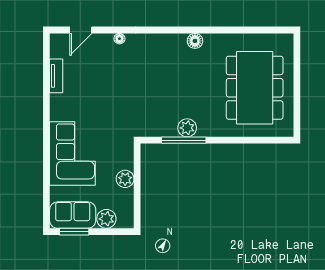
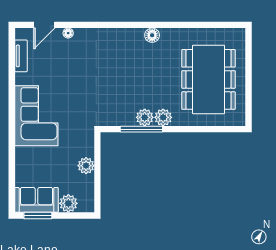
floor lamp: (119, 39) -> (68, 33), moved
tv unit: (56, 76) -> (21, 56), moved
plant: (207, 128) -> (163, 117), added
corner sofa: (72, 154) -> (36, 116), moved

